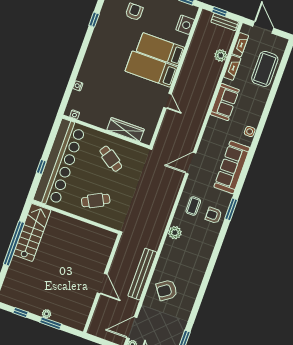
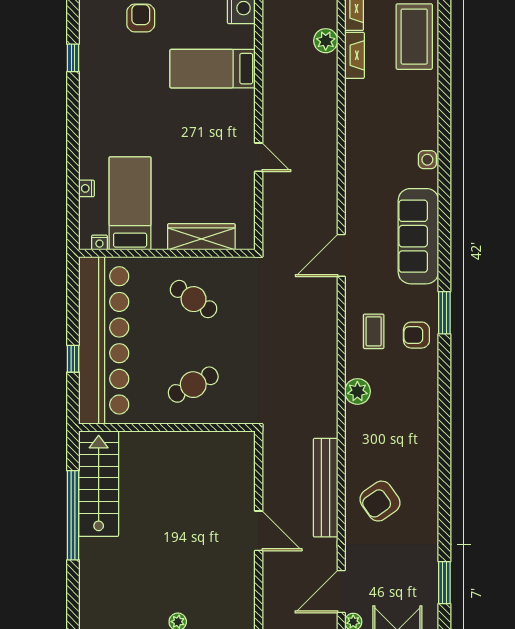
bed: (151, 69) -> (130, 203), moved, turned 90
sofa: (225, 102) -> (363, 123), removed

